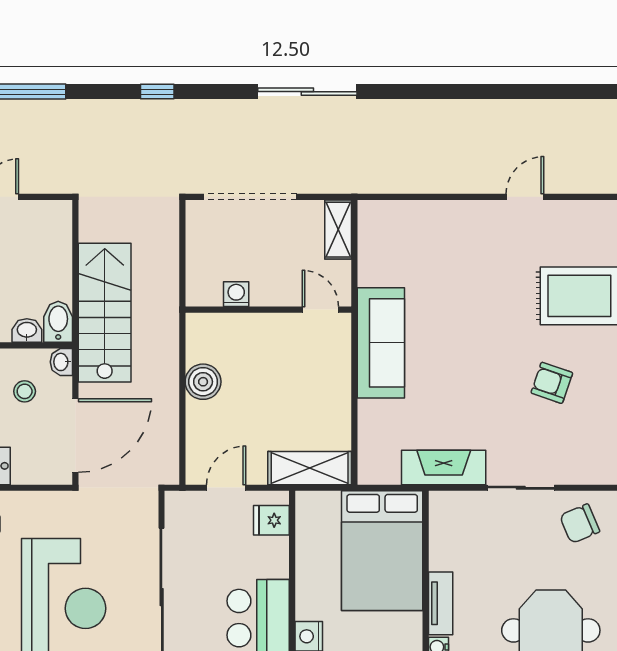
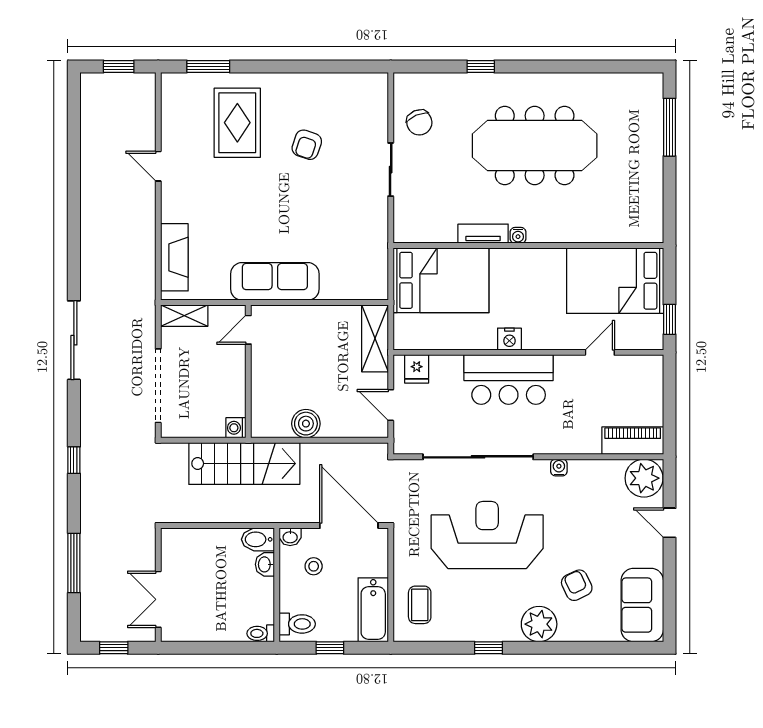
washing machine: (236, 294) -> (236, 428), moved
stairs: (105, 313) -> (244, 463), moved, turned 180
fireplace: (444, 467) -> (174, 257), moved, turned 180

